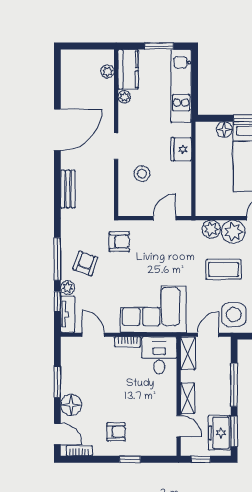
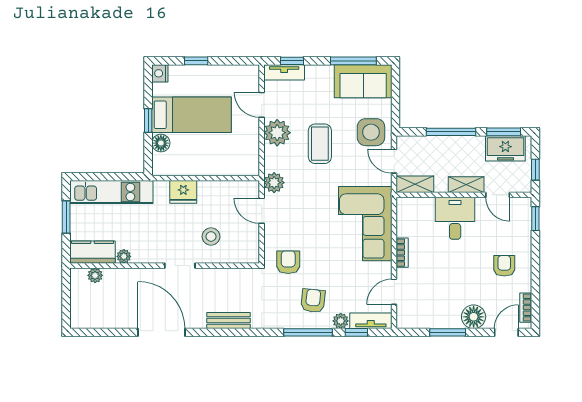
plant: (211, 229) -> (274, 183), moved
armchair: (85, 263) -> (313, 301), turned 76
desk: (159, 355) -> (455, 218), moved, turned 90
door: (179, 426) -> (498, 195), swing flipped
window: (130, 459) -> (535, 219), moved

